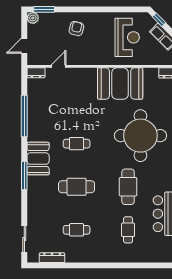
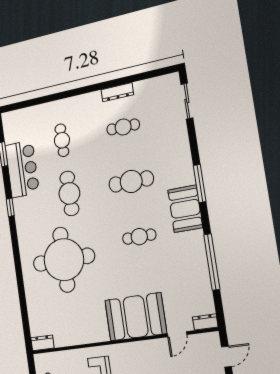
booth: (120, 84) -> (136, 317), moved
dresser: (52, 258) -> (117, 92), moved

